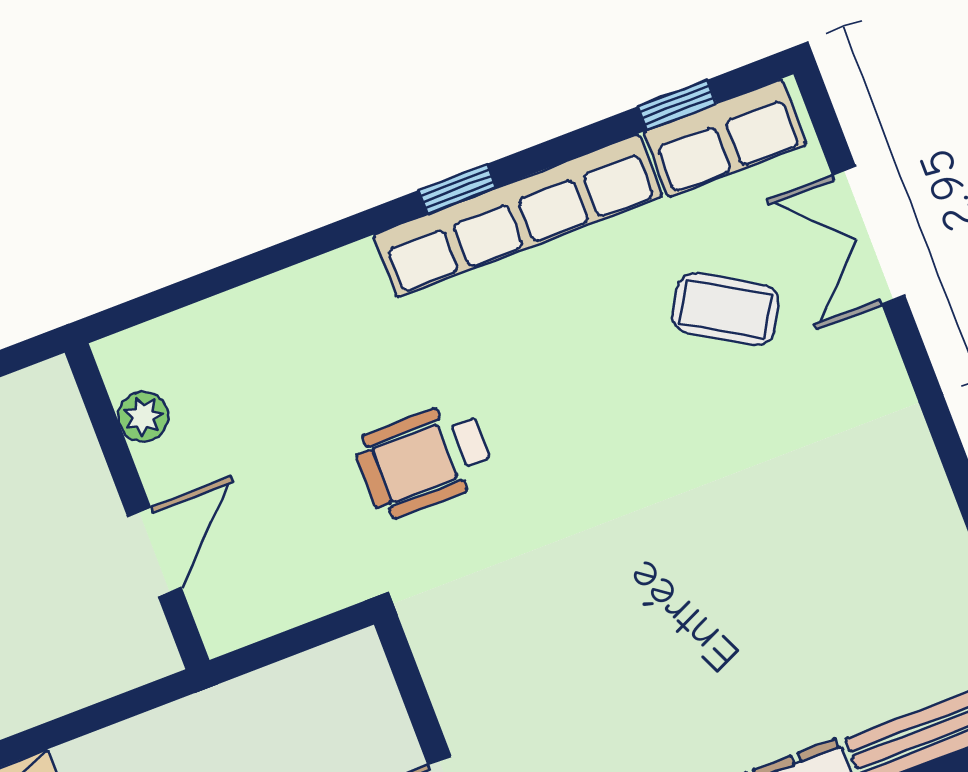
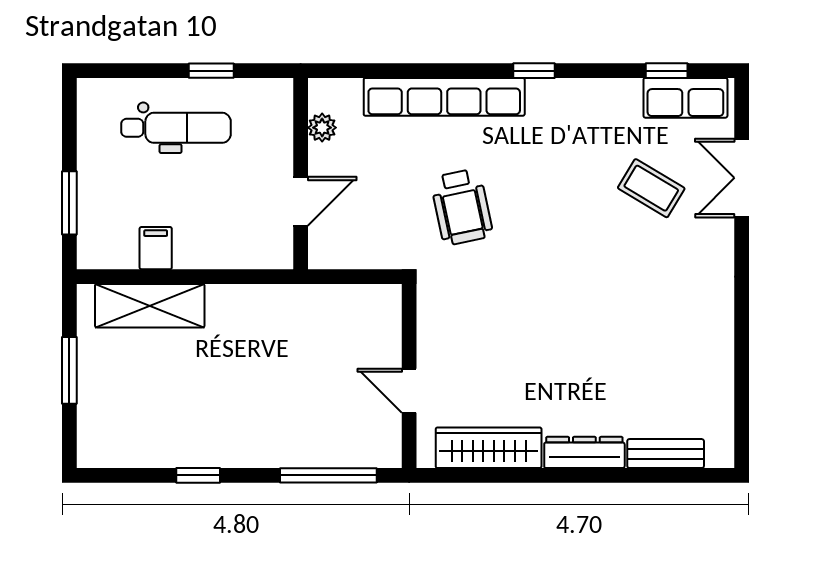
row of seats: (518, 216) -> (444, 97), moved
wheelchair: (424, 460) -> (462, 207), turned -102

